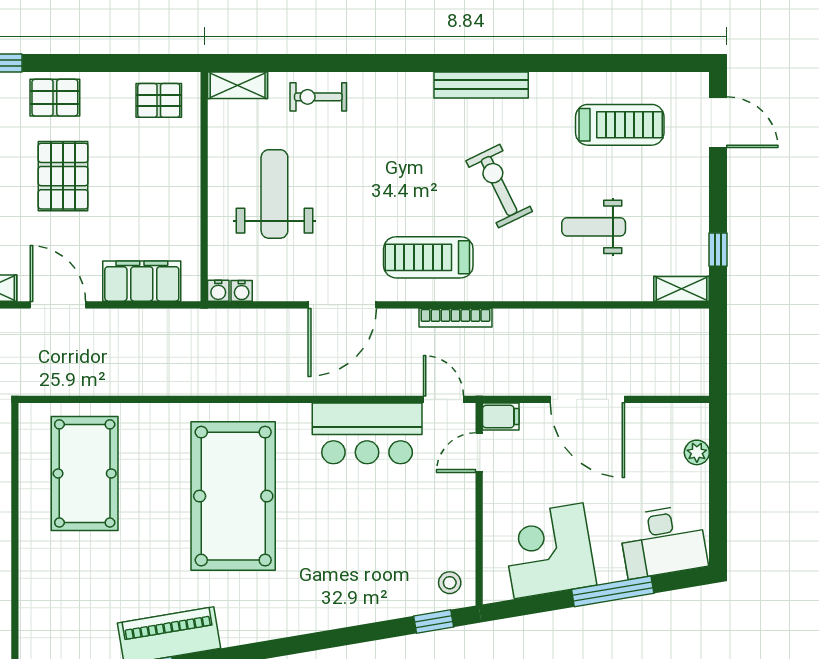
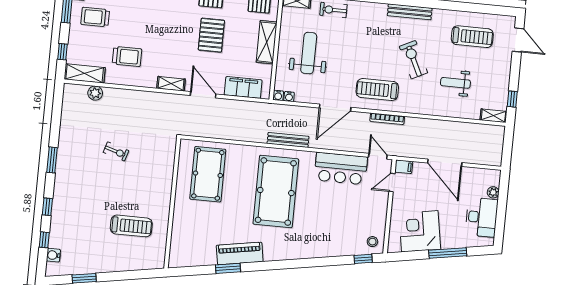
shelving: (182, 180) -> (267, 42), added
bench: (249, 384) -> (288, 140), added
desk: (663, 541) -> (481, 217), moved, turned -80

